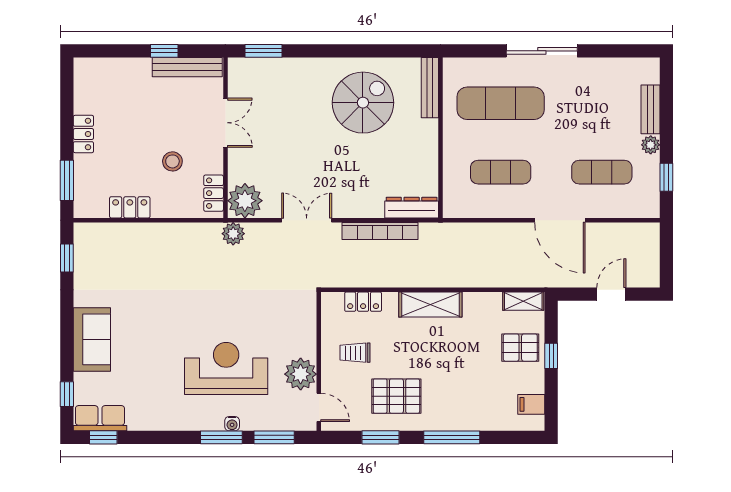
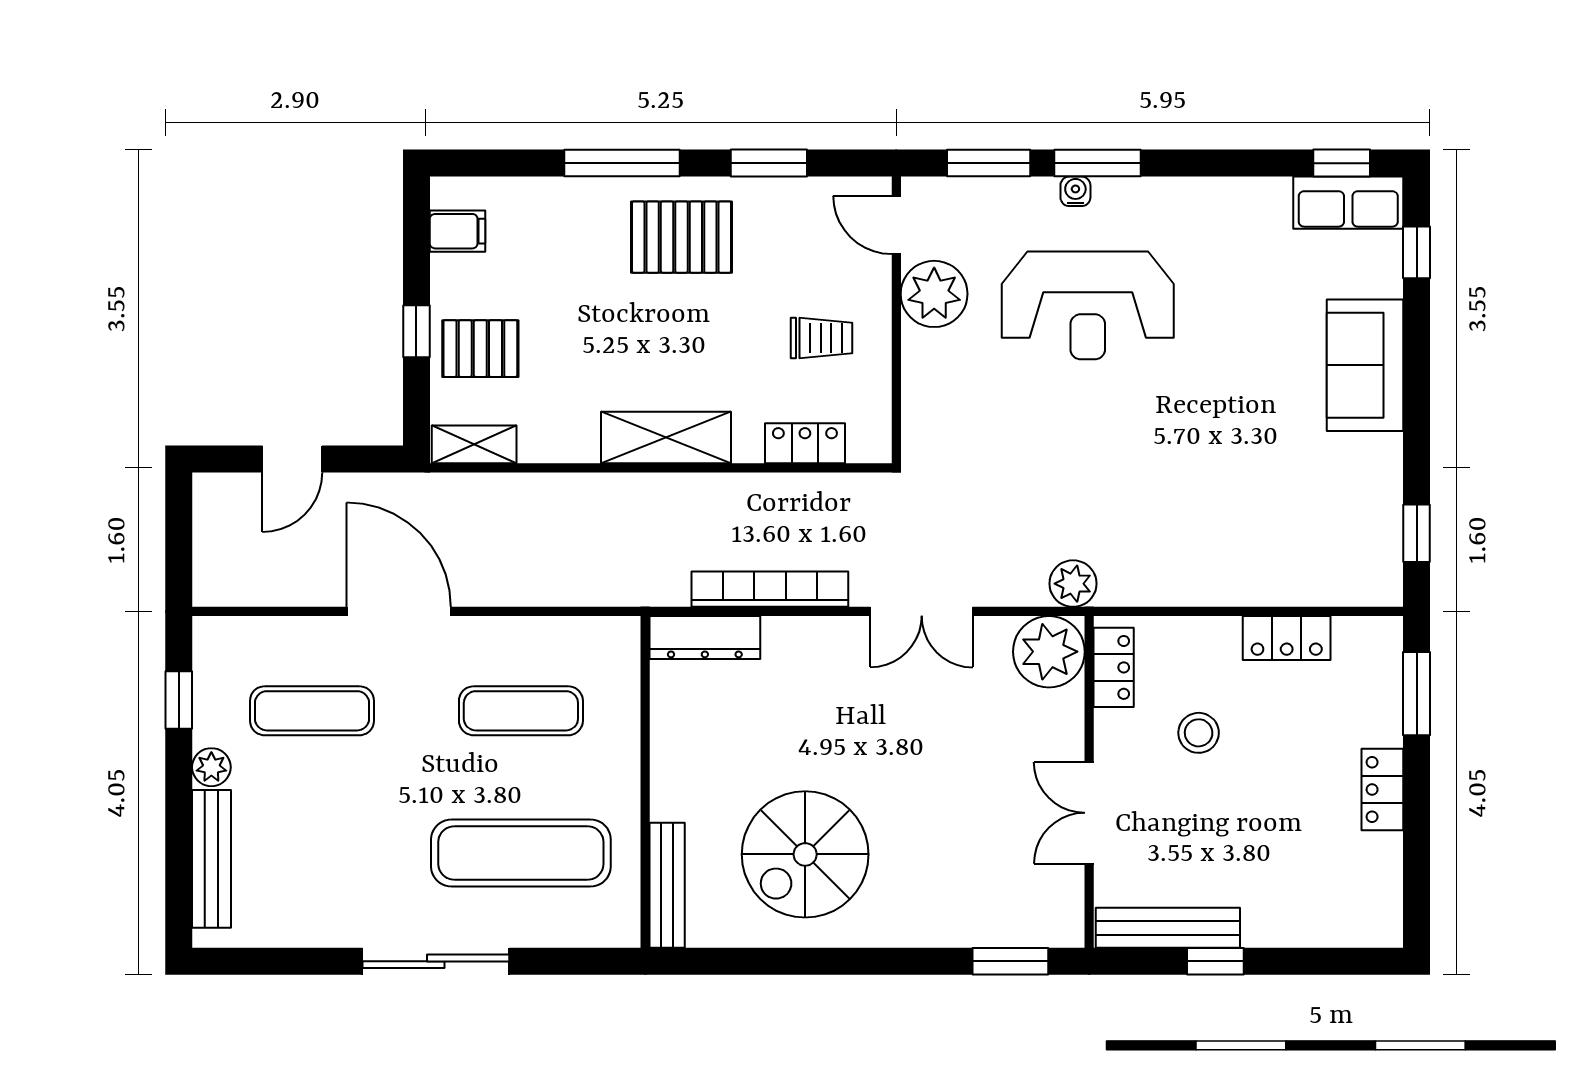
bench: (650, 109) -> (212, 859), width x1.36
pallet: (396, 396) -> (681, 237), moved

